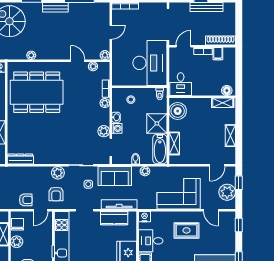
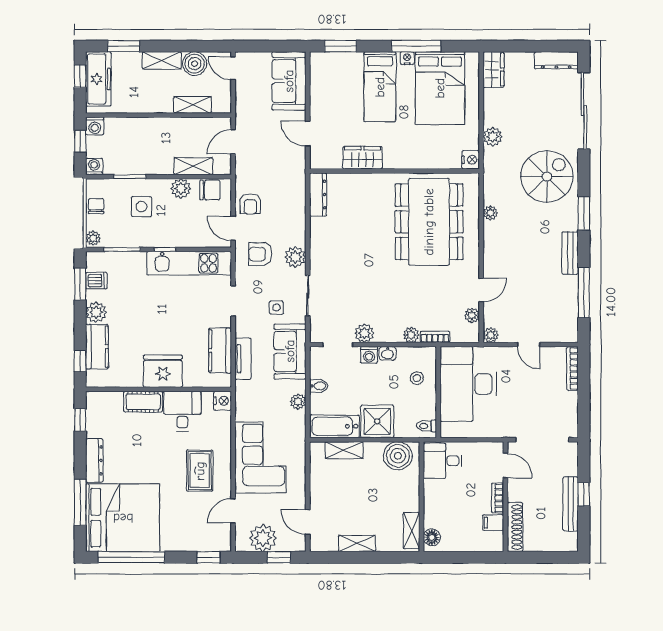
desk: (150, 63) -> (468, 384), moved, turned 90
tv unit: (119, 204) -> (243, 359), width x0.71

